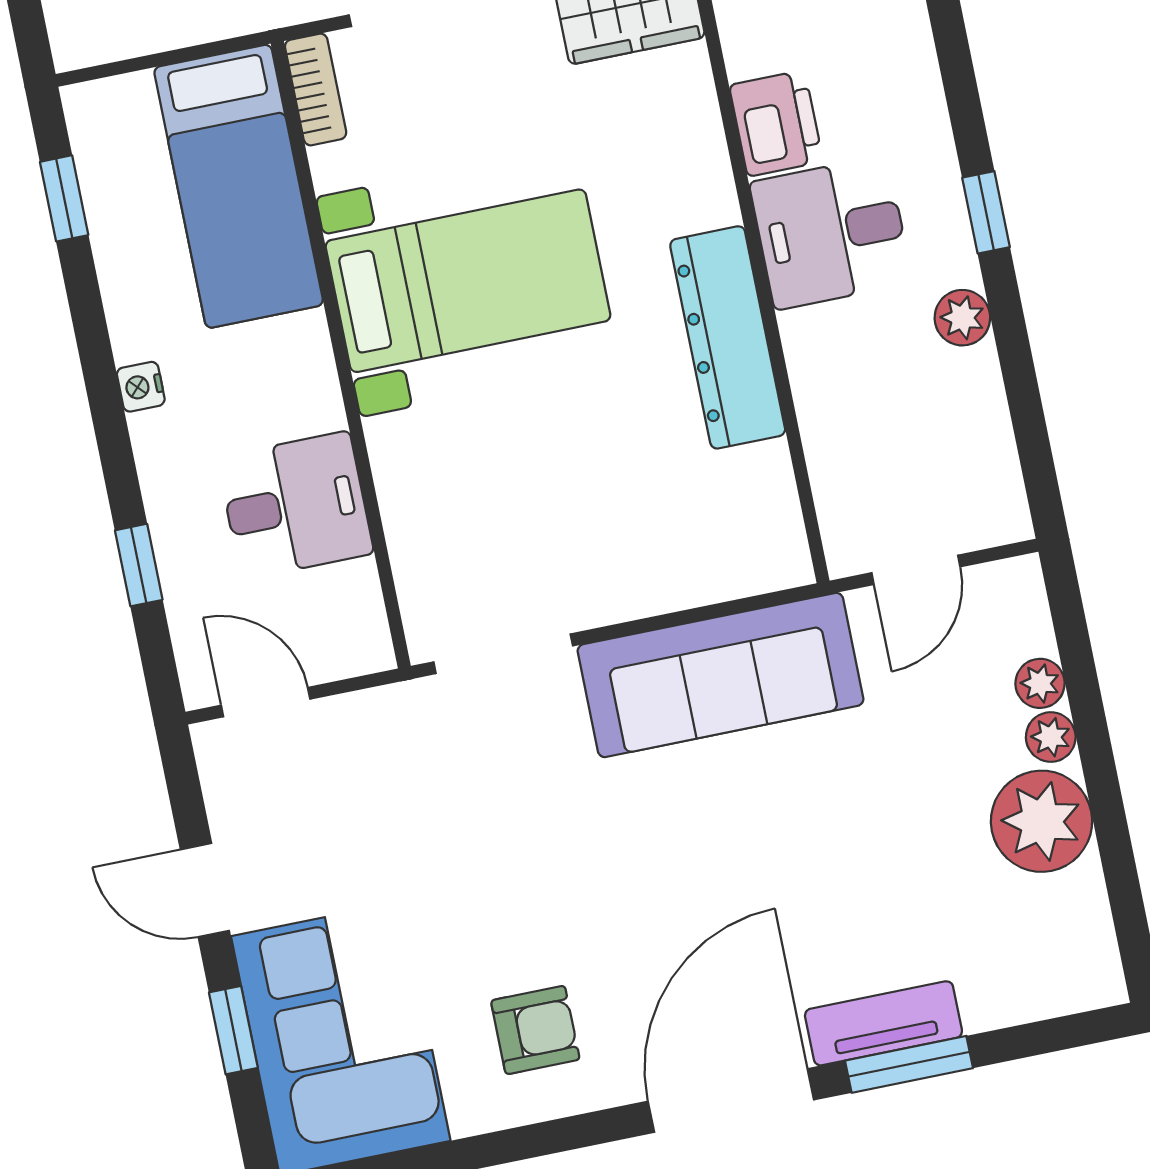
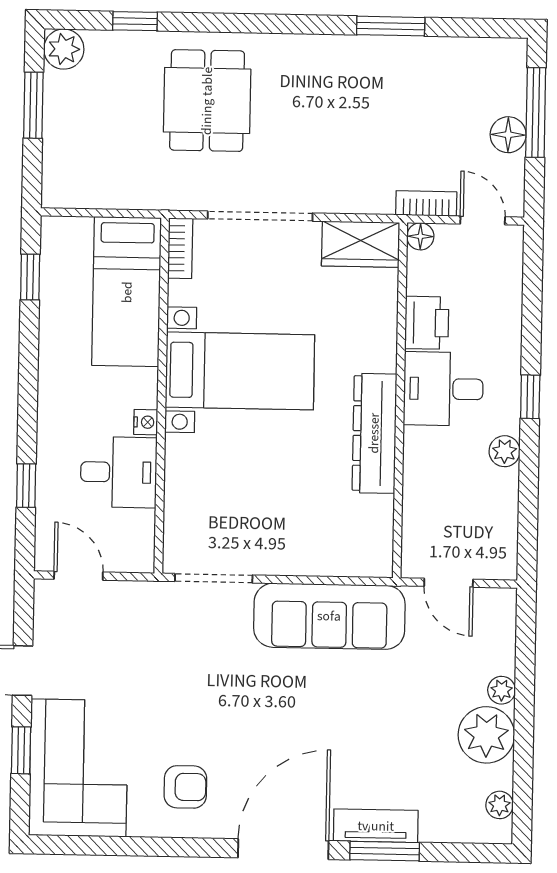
nightstand: (141, 387) -> (146, 422), moved, turned 180
door: (916, 570) -> (449, 583), hinge flipped
plant: (1040, 683) -> (500, 805), moved

